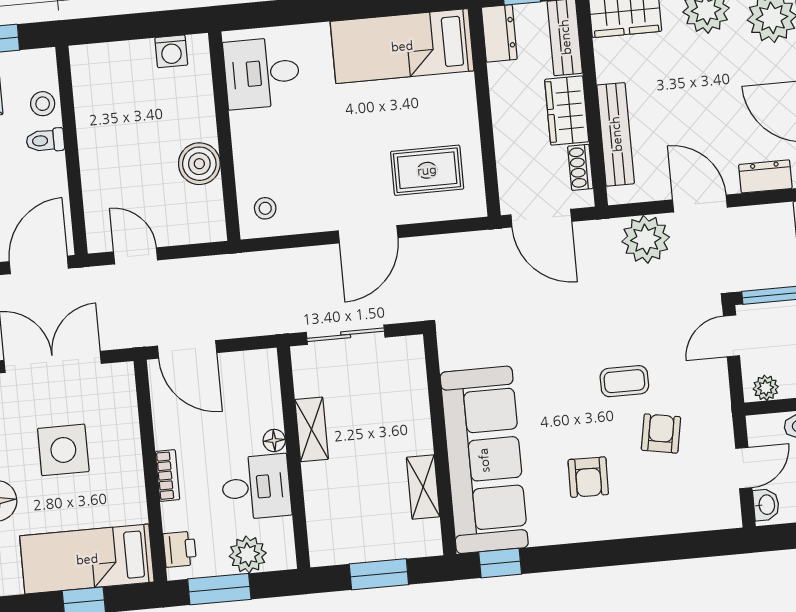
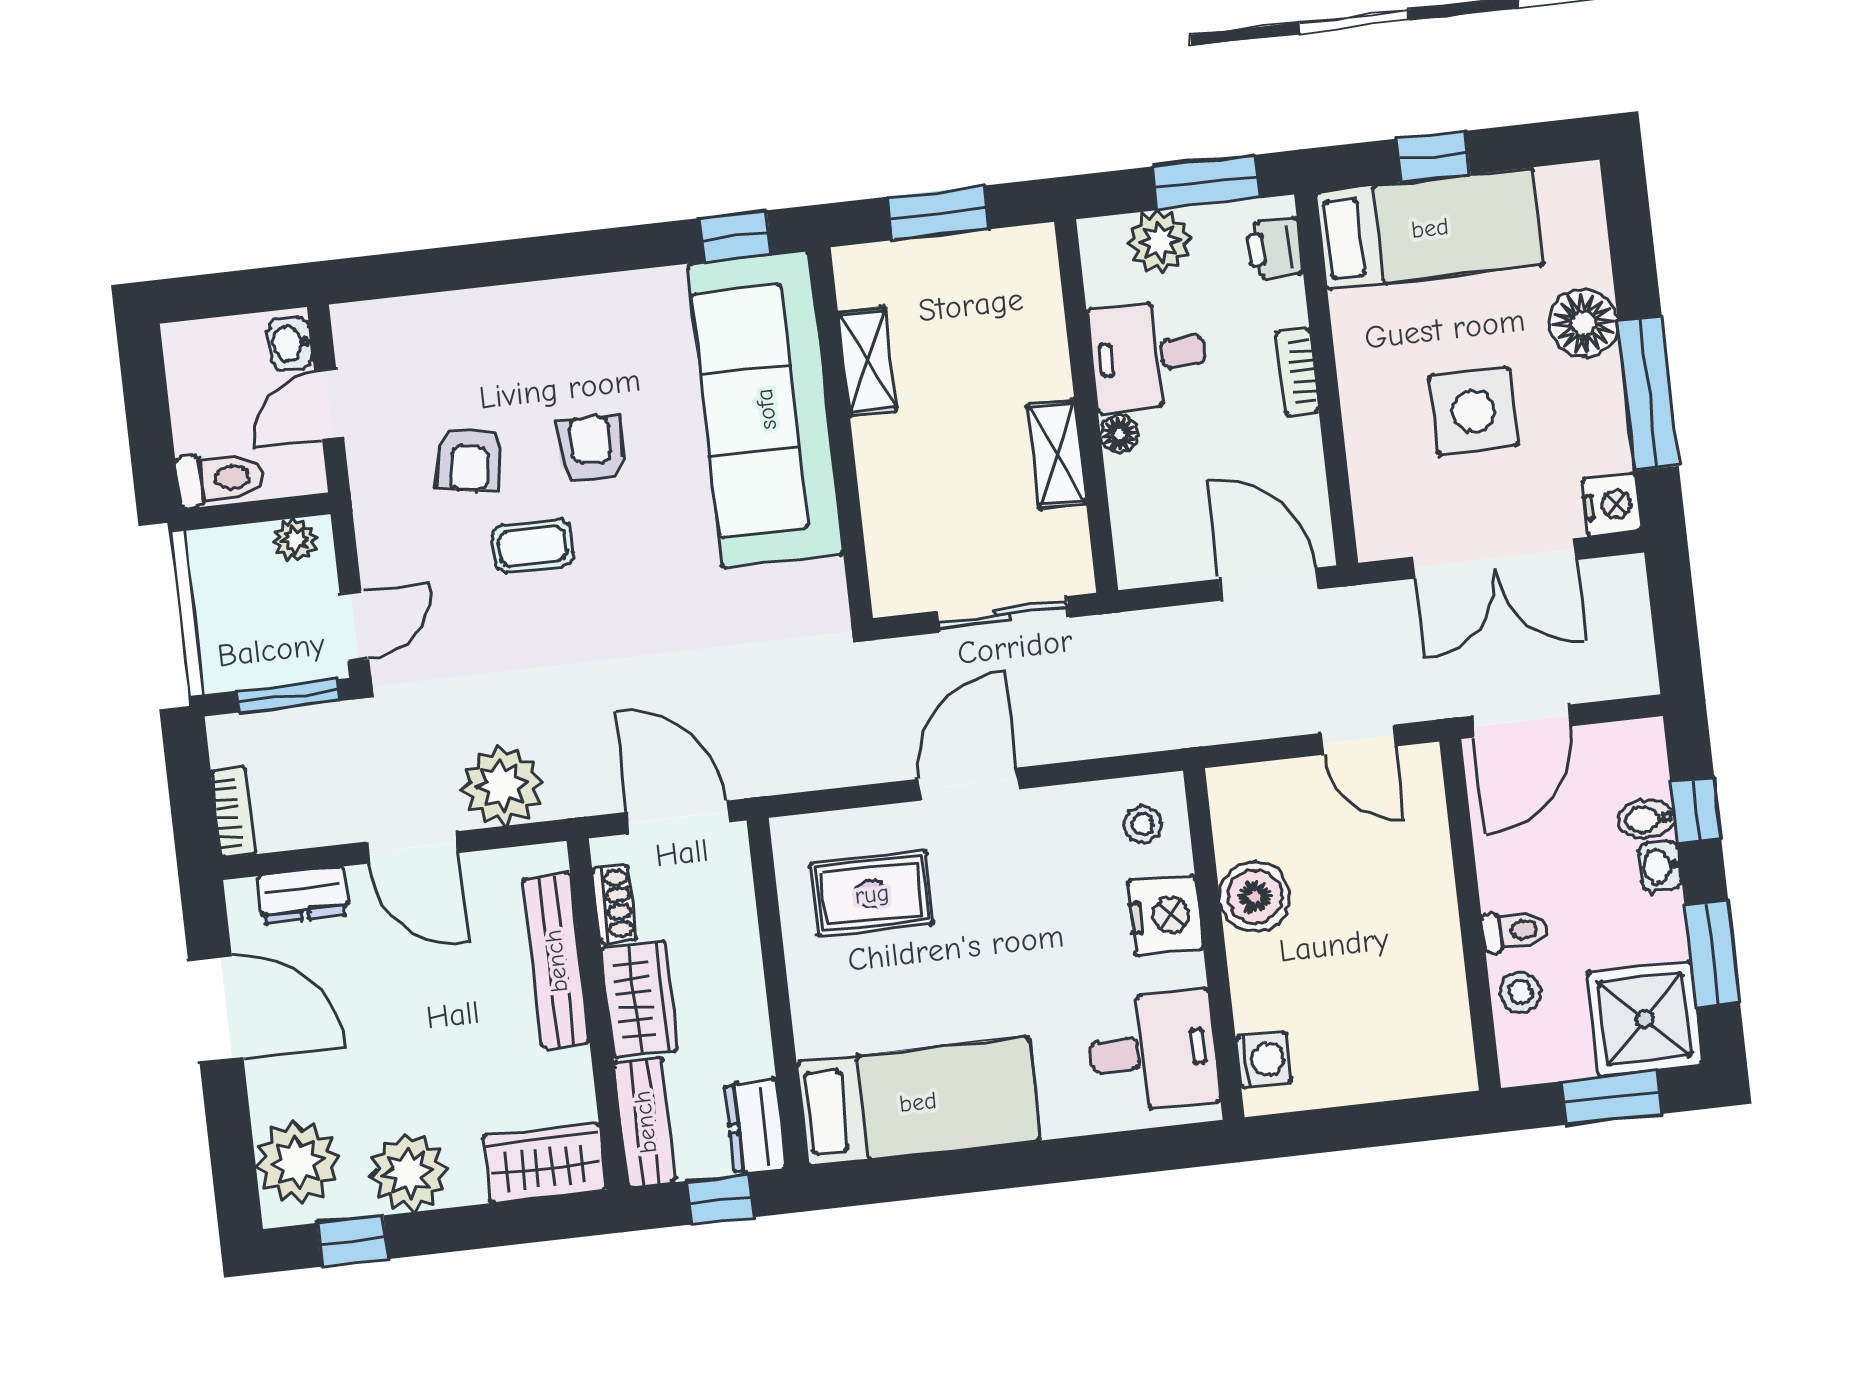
washing machine: (171, 51) -> (1264, 1059), moved, turned 90
nightstand: (253, 154) -> (1165, 915), added
armchair: (588, 477) -> (591, 449), moved

